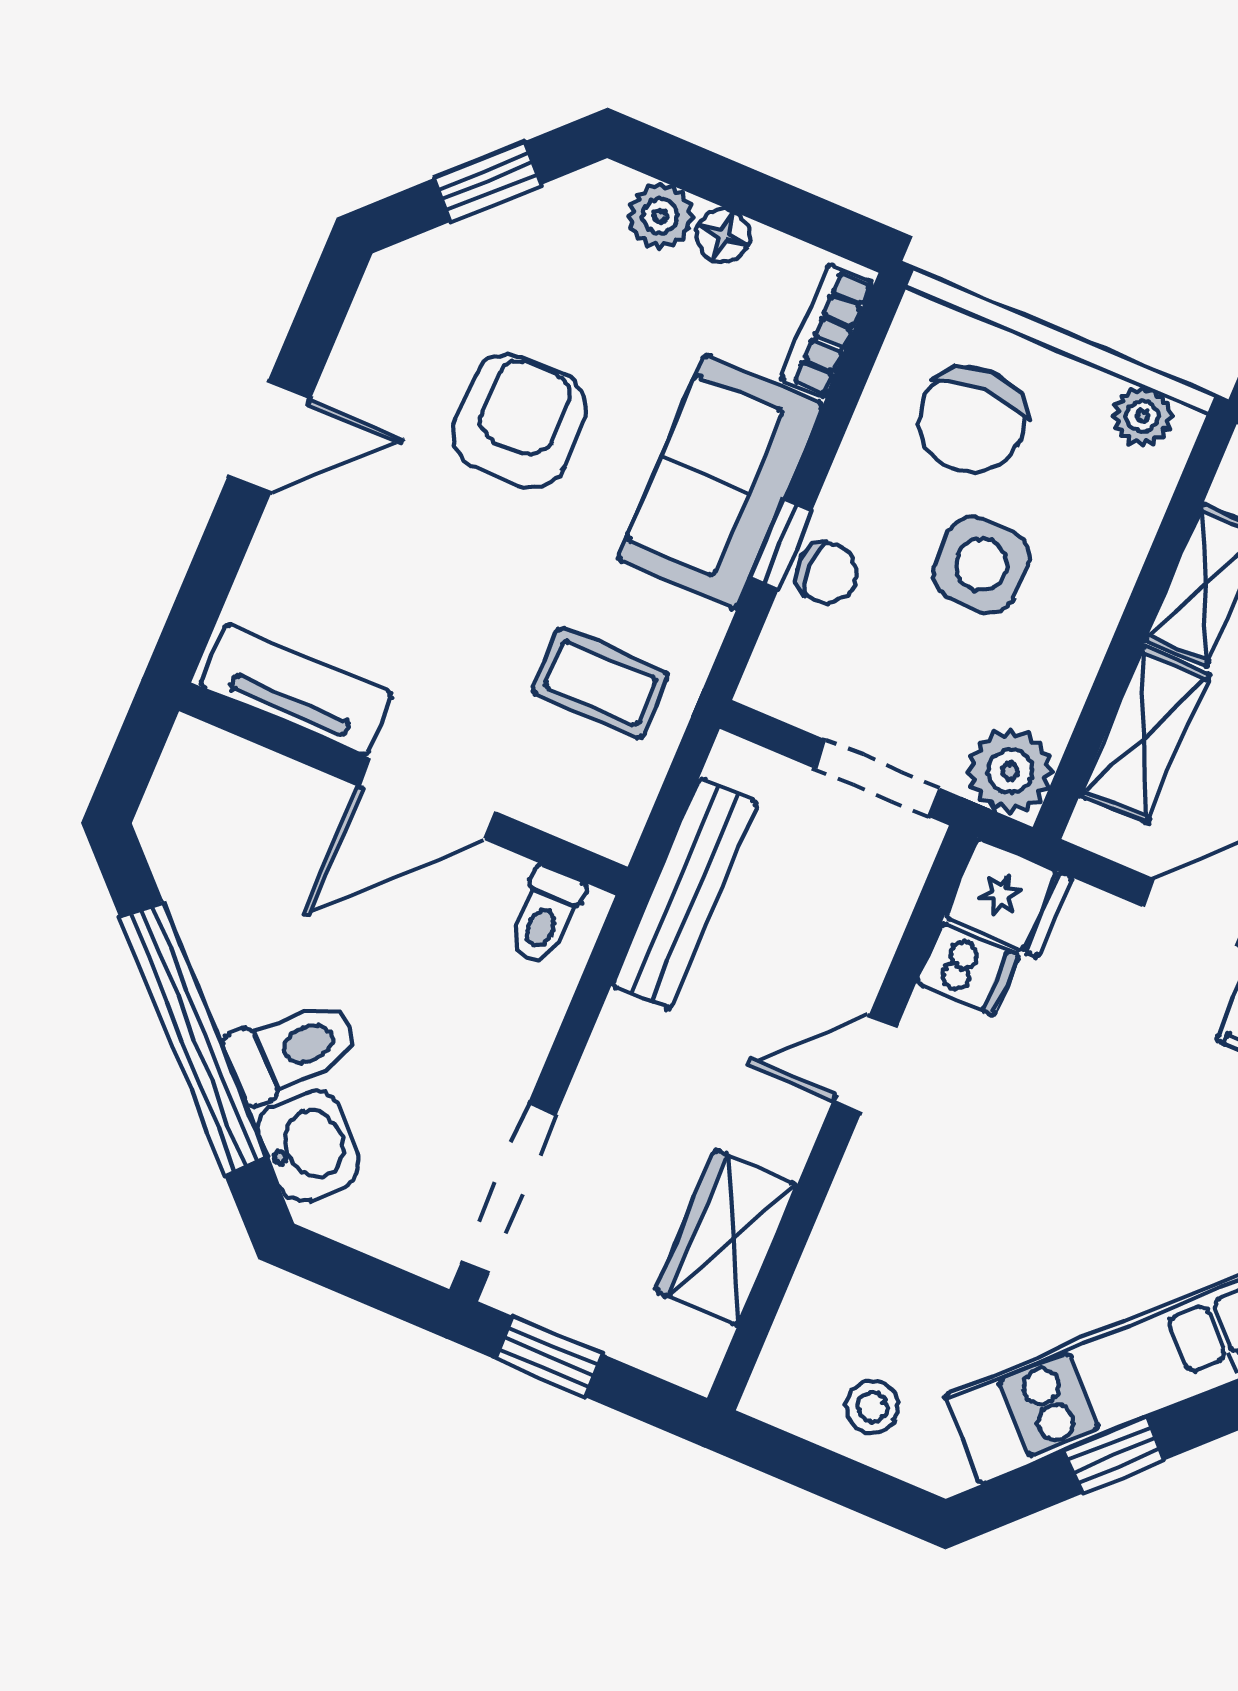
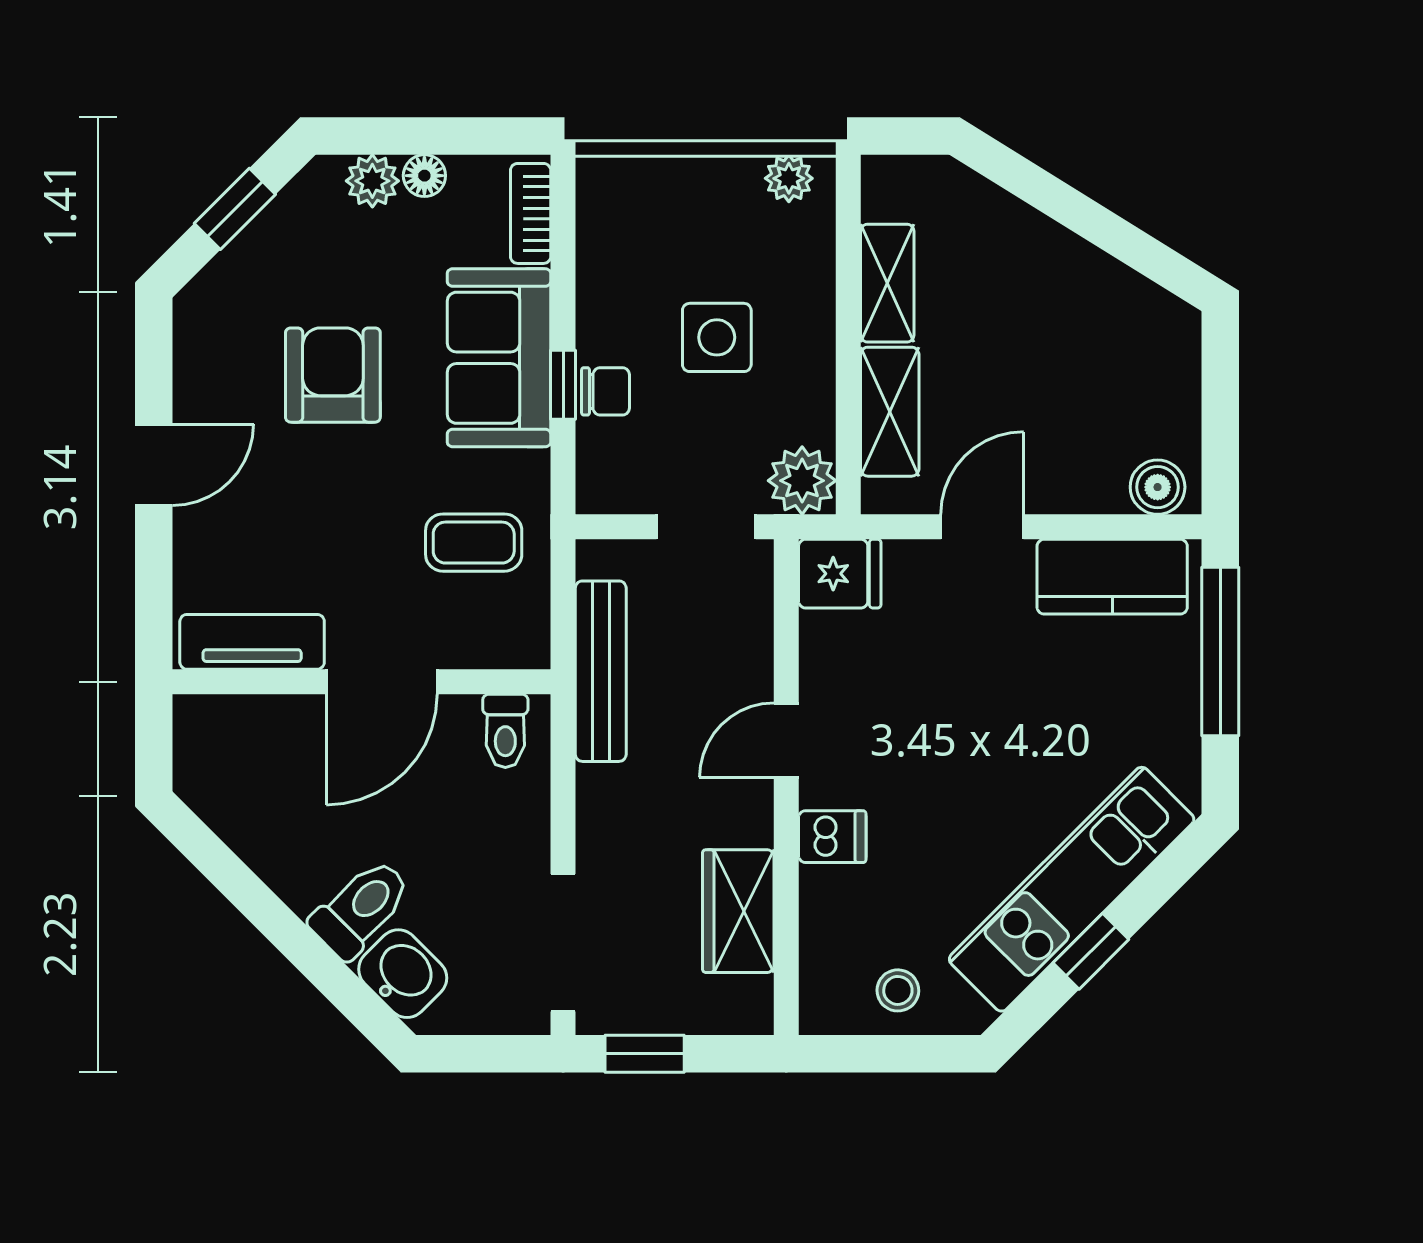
chair: (972, 420) -> (665, 234), removed
dishwasher: (968, 969) -> (832, 837), moved
window: (194, 1038) -> (285, 930), removed

